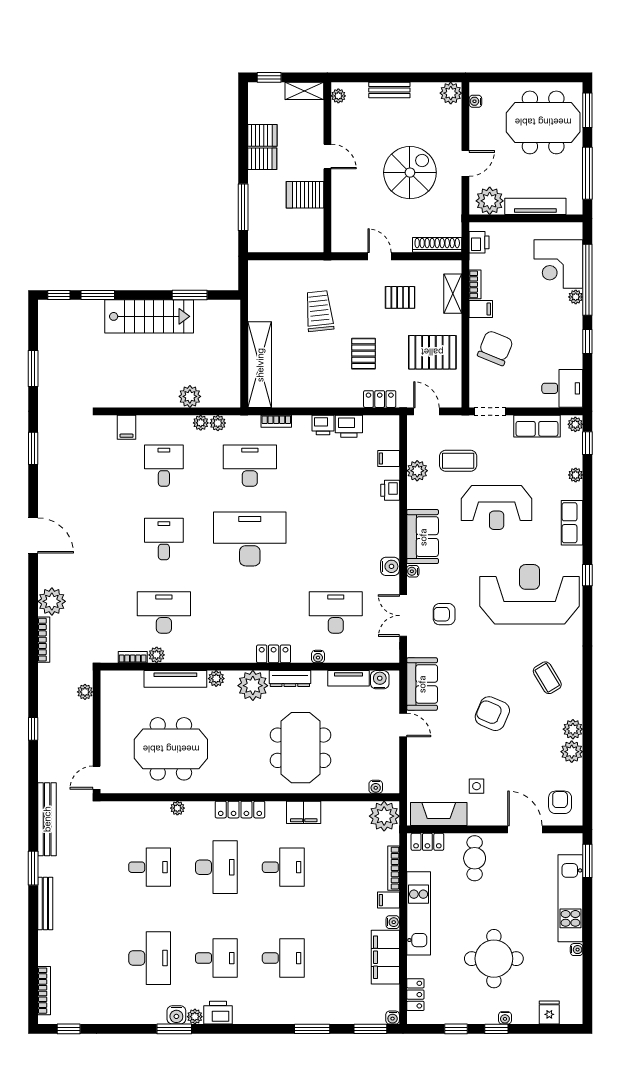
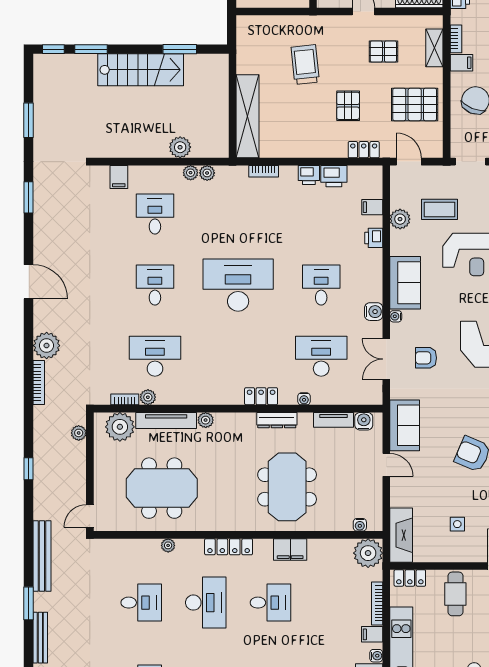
desk: (250, 466) -> (321, 285), moved, width x0.73
plant: (253, 686) -> (120, 427), moved
fireplace: (439, 814) -> (401, 535), moved, turned 90

